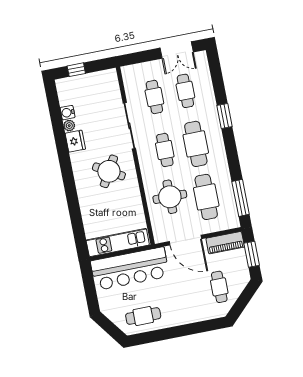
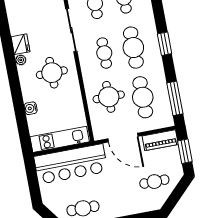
water cooler: (68, 113) -> (31, 108), moved
window: (224, 116) -> (165, 44), moved
plant: (69, 126) -> (21, 60), moved
round table: (109, 171) -> (52, 73), turned -30
cafe table: (219, 287) -> (154, 182), turned 90

